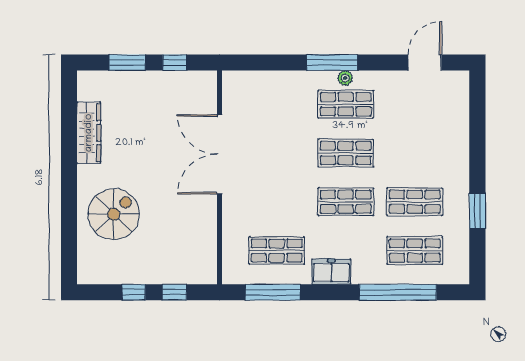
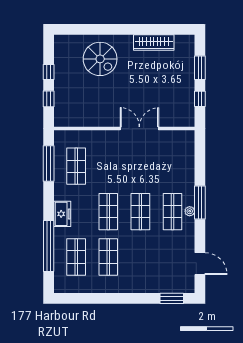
double door: (220, 154) -> (139, 129), width x0.73
window: (477, 211) -> (172, 298), moved
freezer: (331, 272) -> (62, 214), moved

